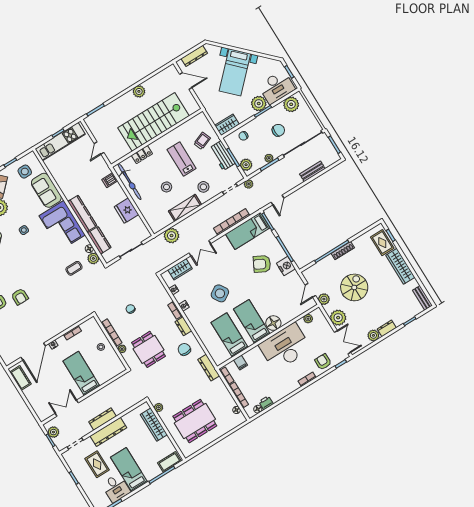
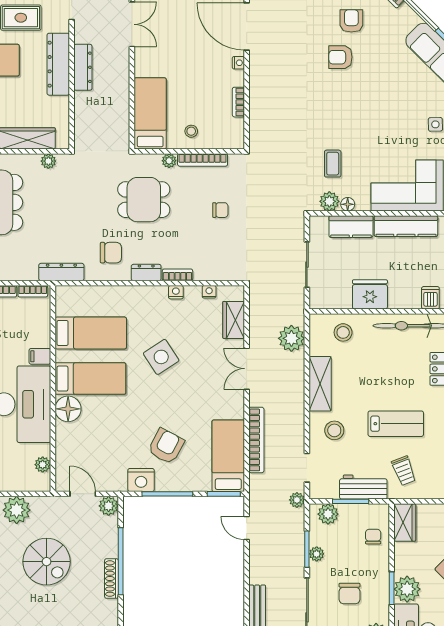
stool: (166, 187) -> (343, 332), moved
plant: (324, 299) -> (109, 506), moved
filing cabinet: (240, 362) -> (40, 356), moved
bed: (81, 373) -> (150, 113), moved, turned -90

